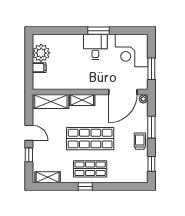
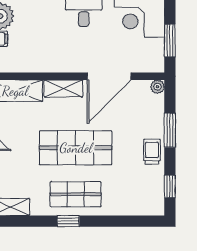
door: (123, 92) -> (109, 76), moved

